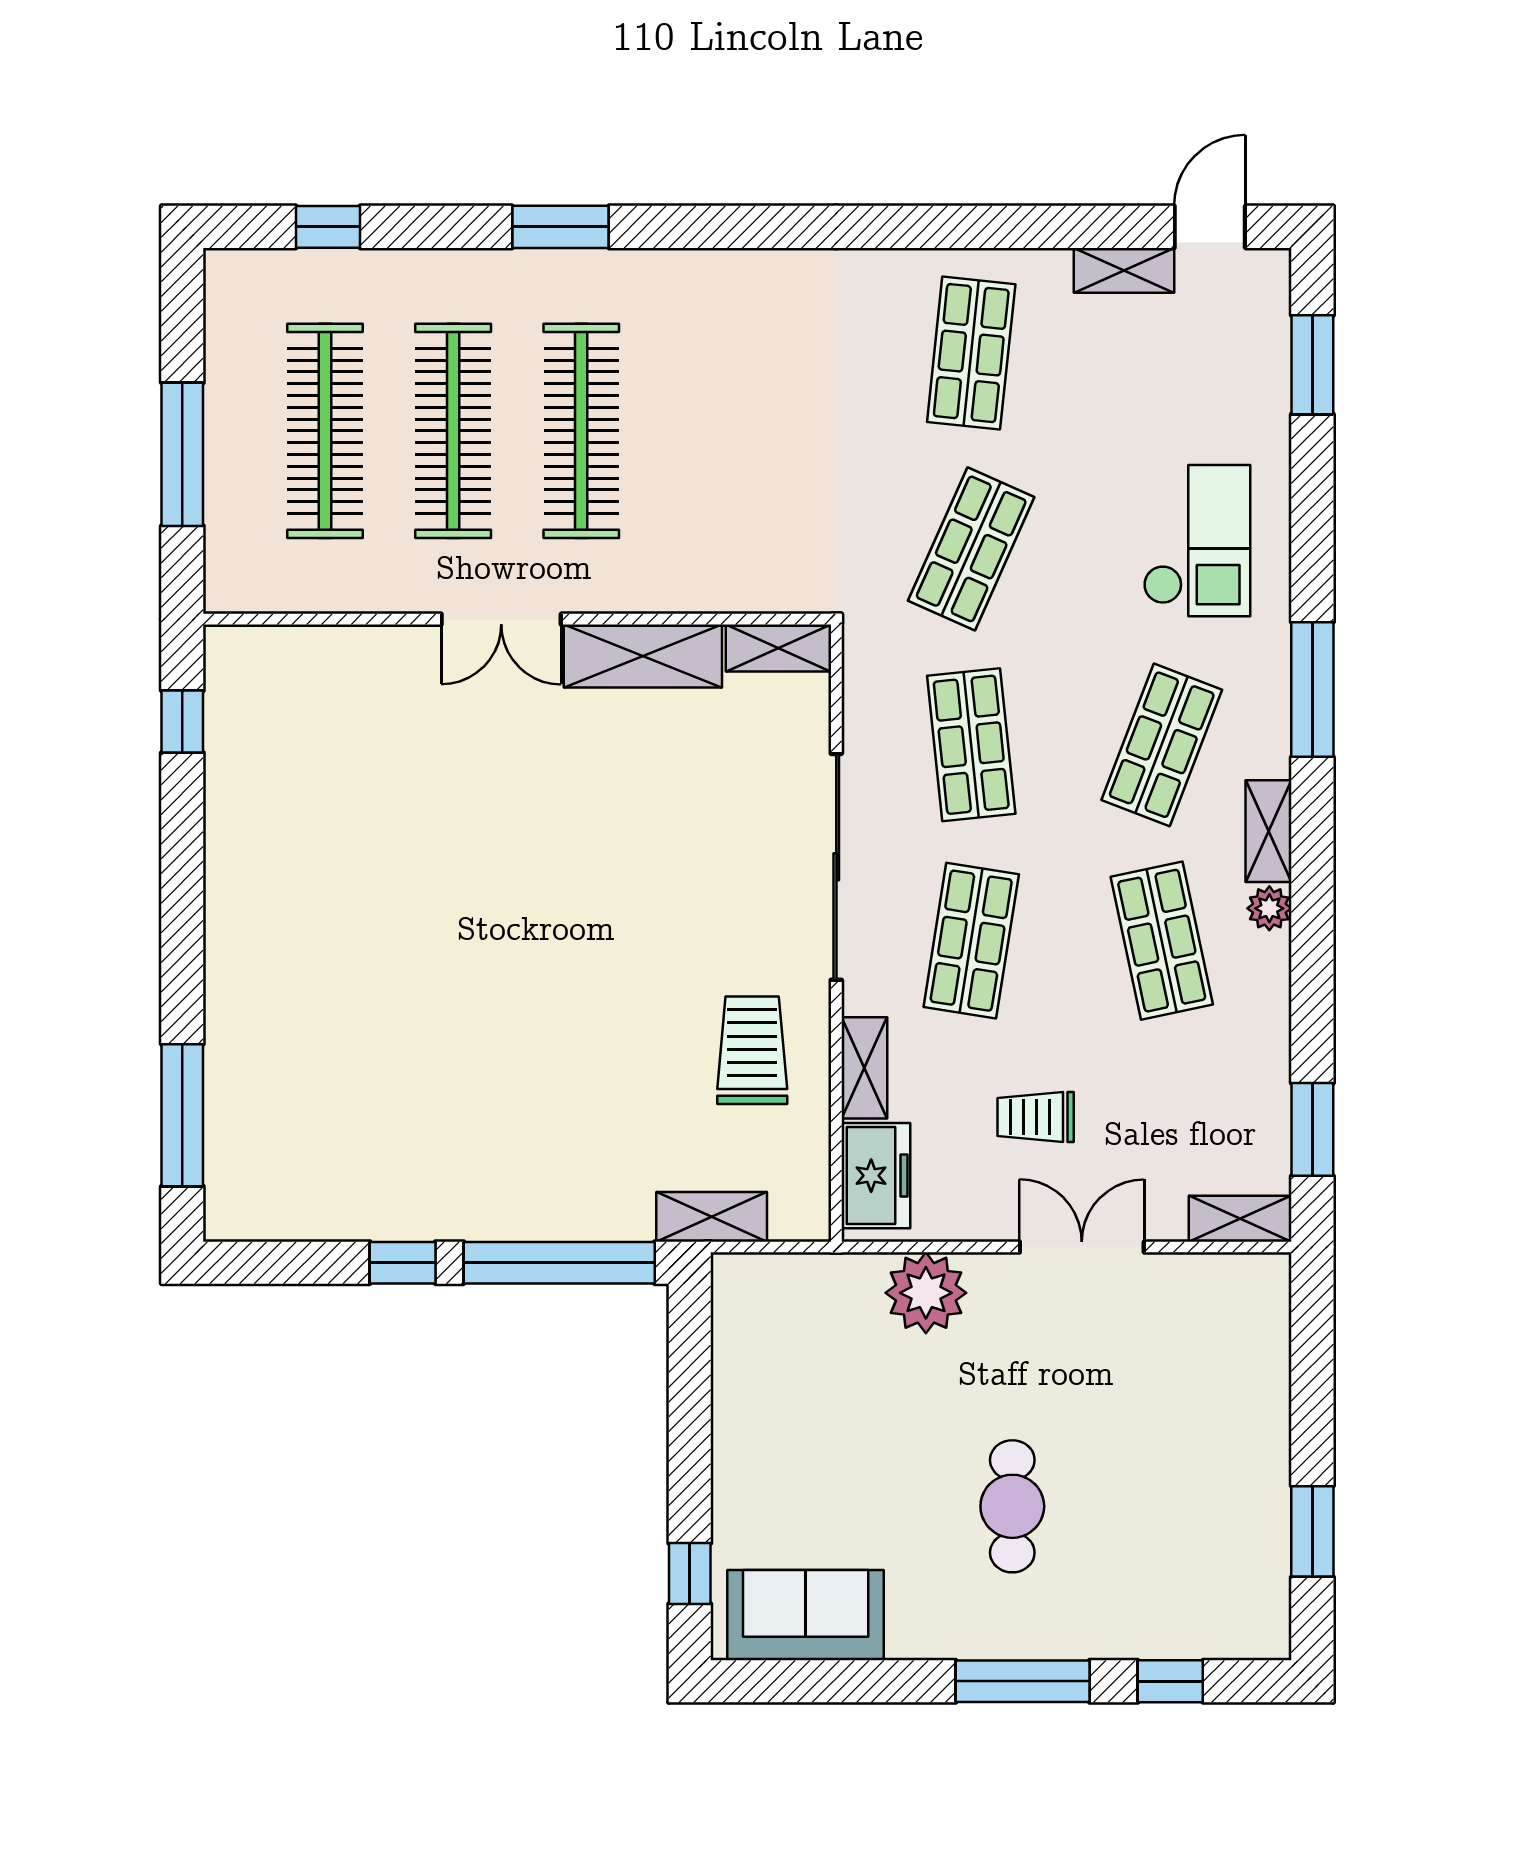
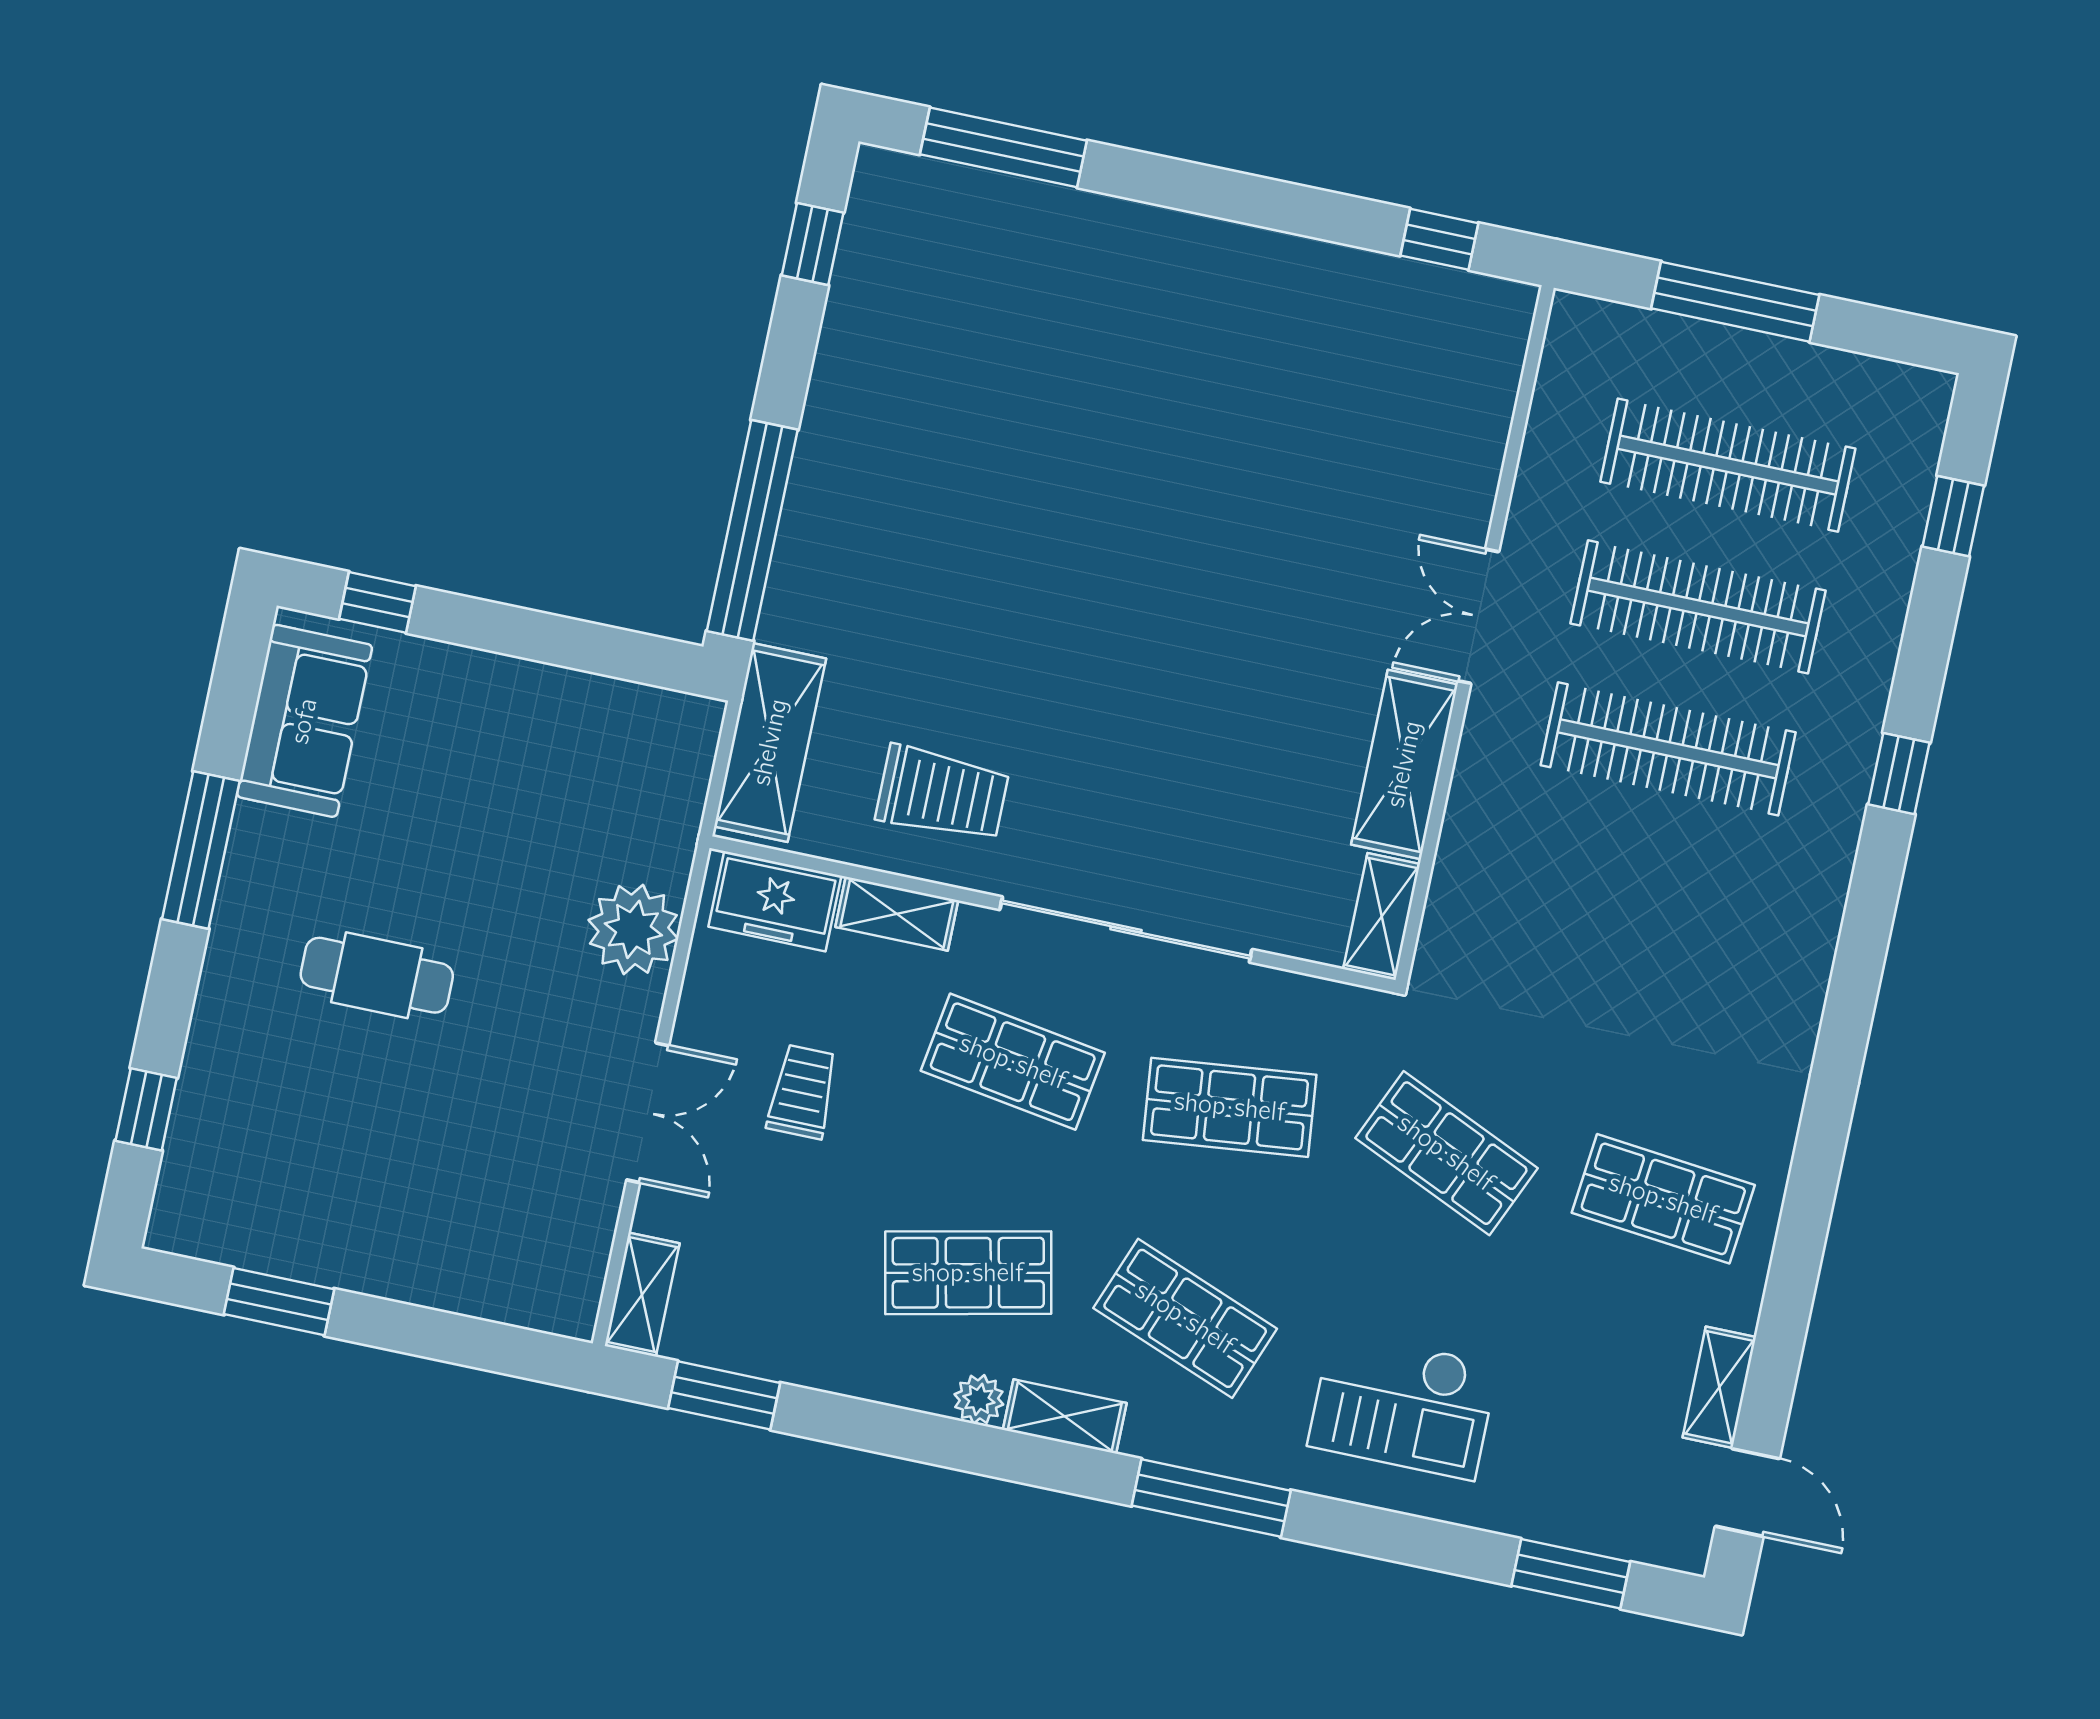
window: (561, 227) -> (1899, 774), width x0.67
shelving: (712, 1217) -> (770, 742), width x1.50, depth x1.33
window: (403, 1263) -> (813, 244), moved
window: (1023, 1681) -> (201, 850), moved

